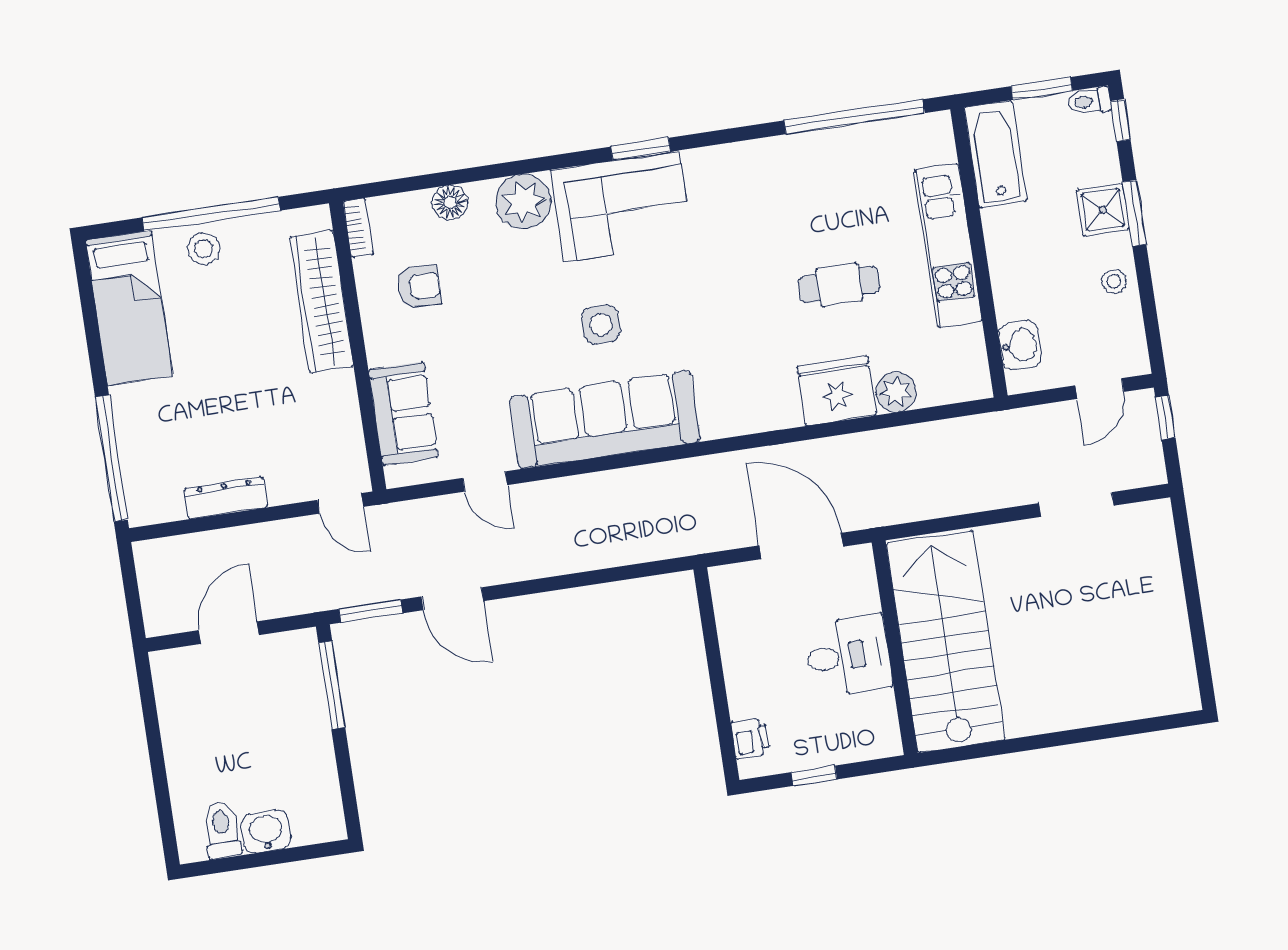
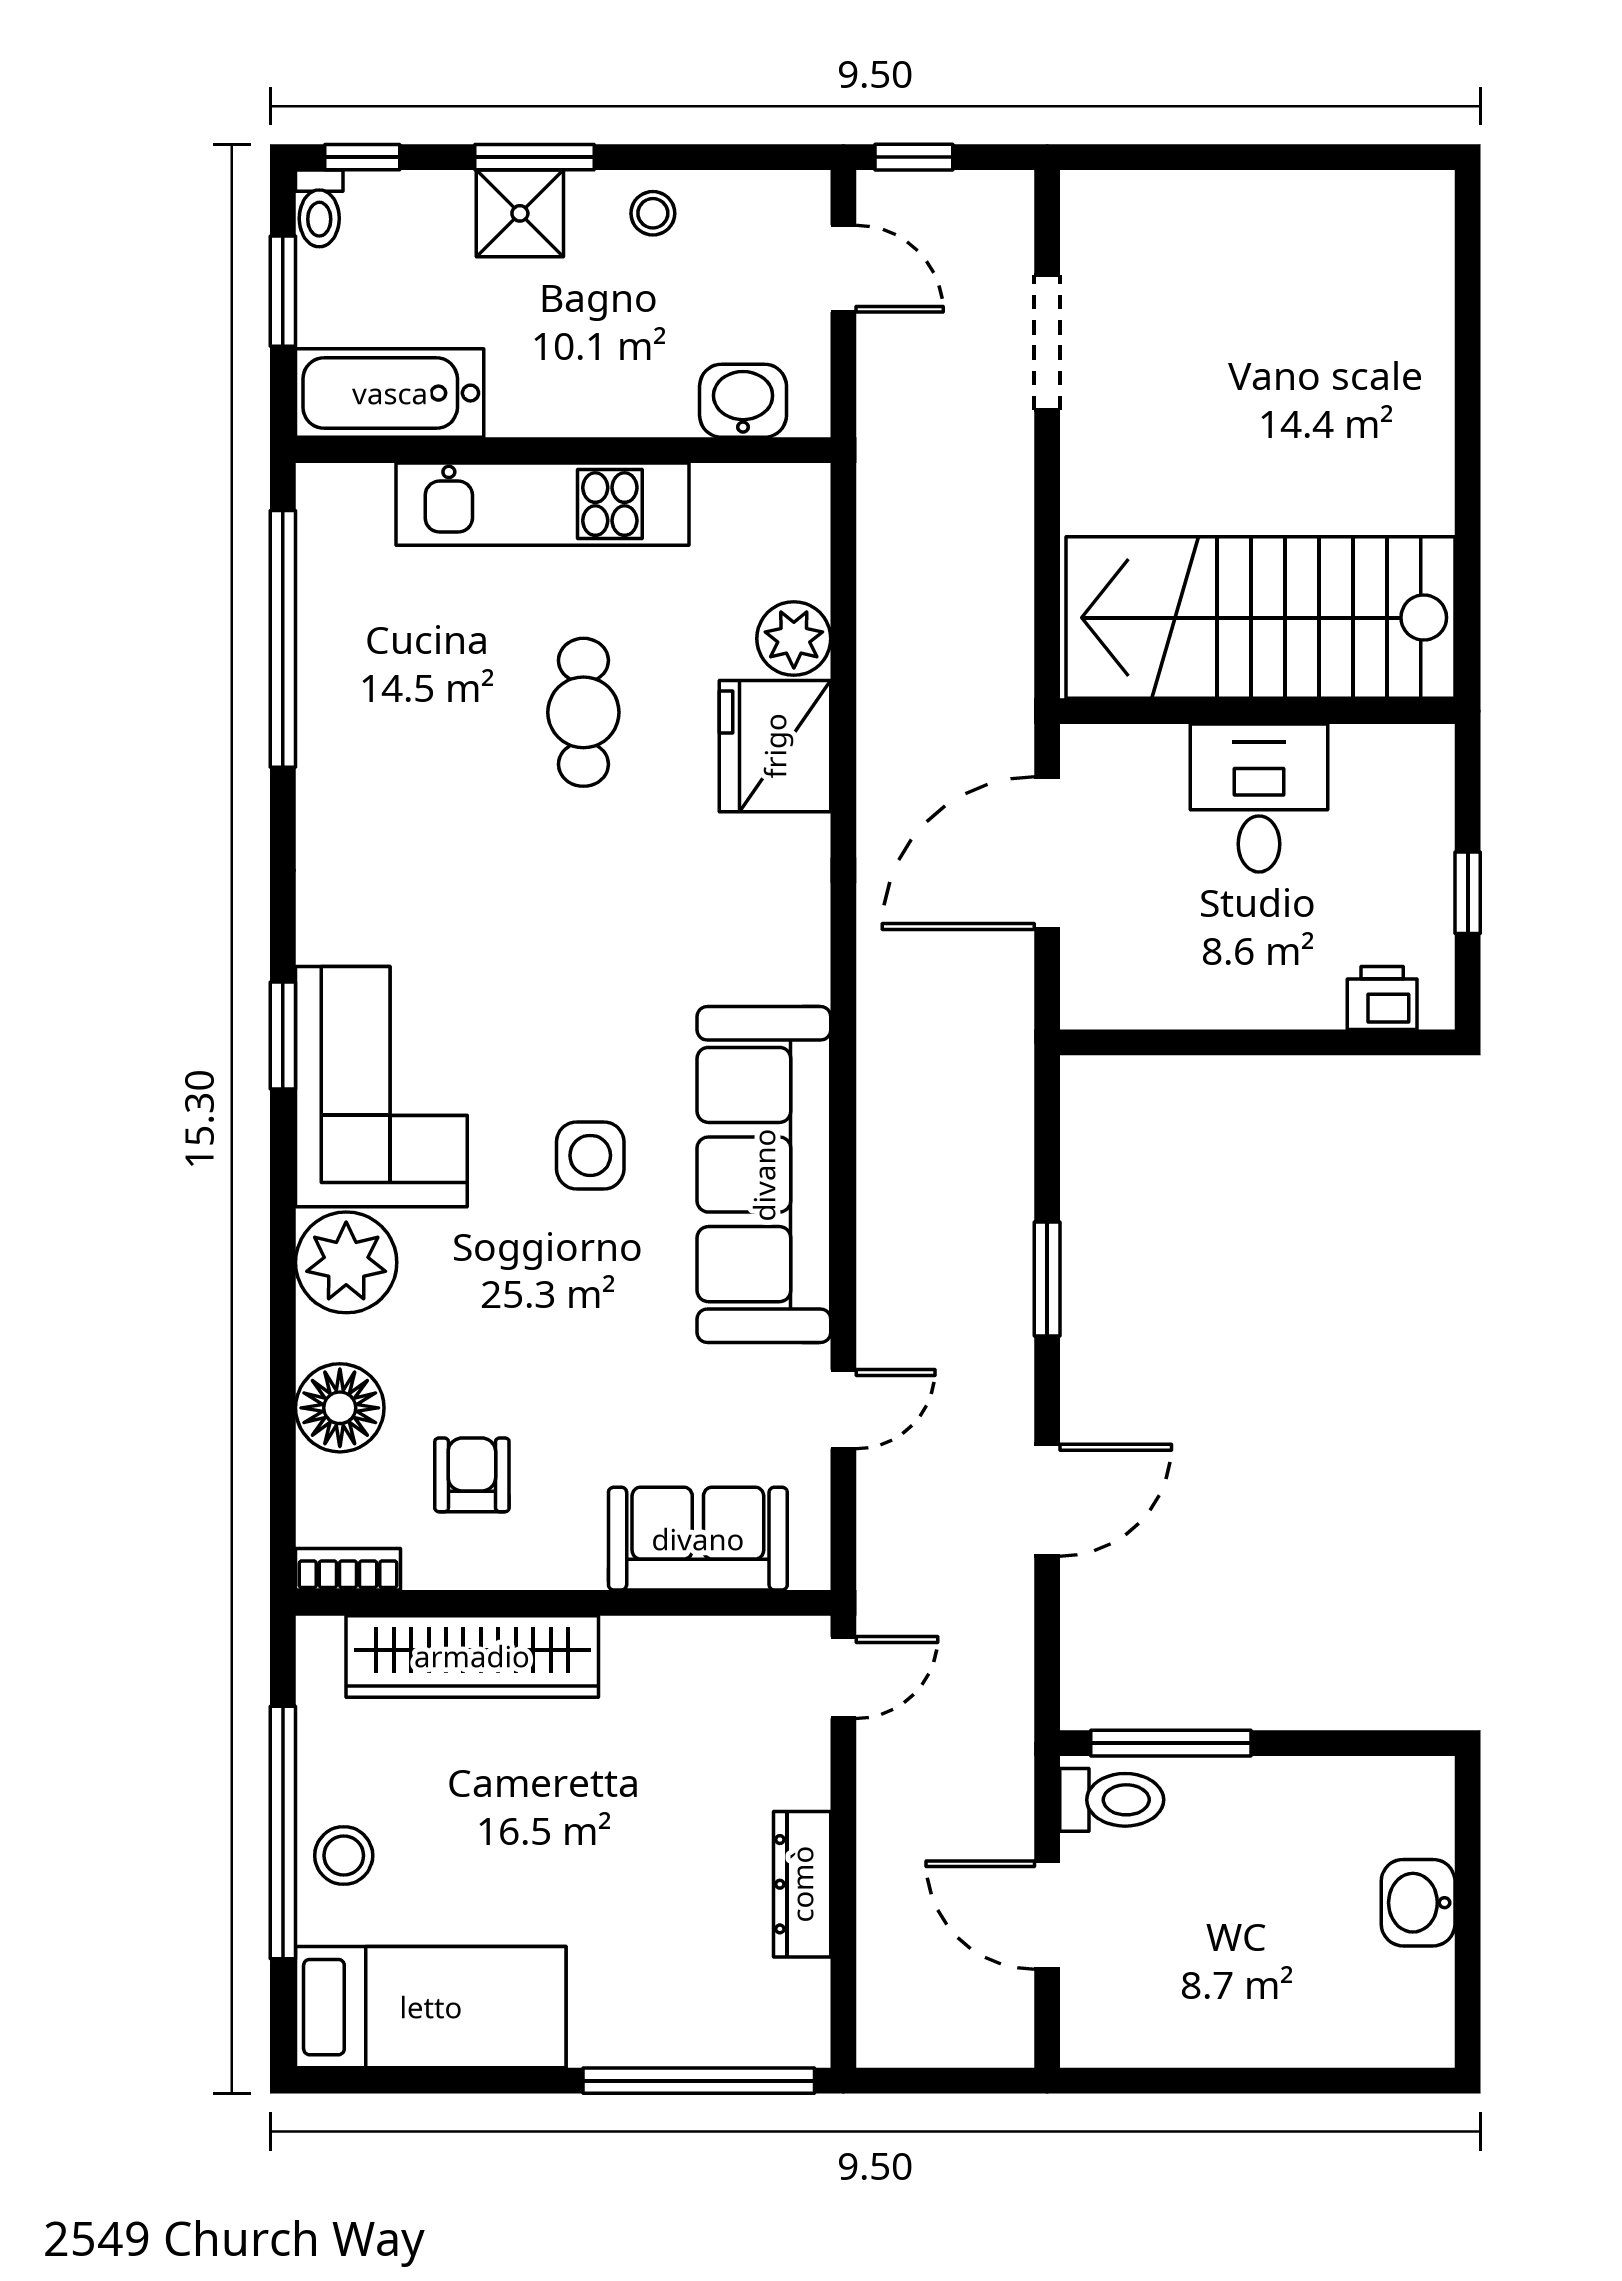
floor lamp: (450, 203) -> (340, 1408), width x1.38, depth x1.38
window: (371, 611) -> (1047, 1279), moved
toilet: (222, 830) -> (1112, 1800), moved, turned 180

